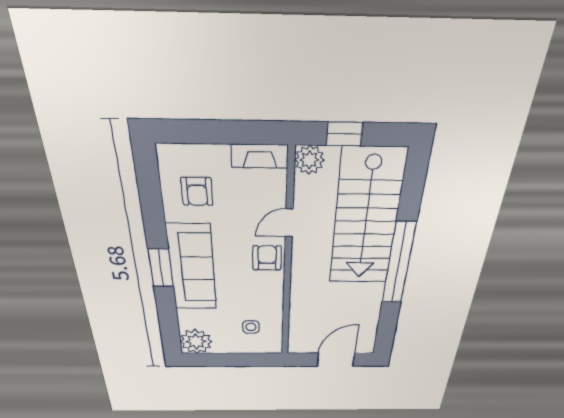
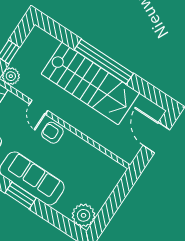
stairs: (366, 220) -> (90, 83), moved
side table: (251, 327) -> (94, 174), removed

